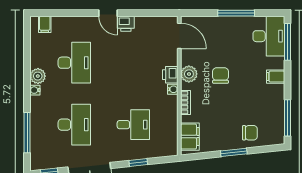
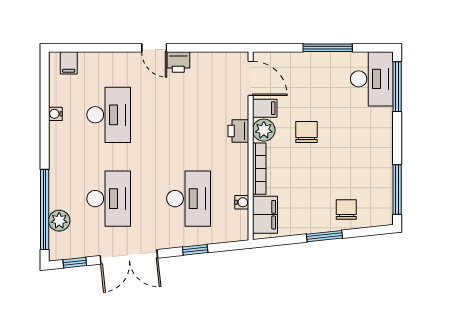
plant: (38, 76) -> (59, 221), moved
filing cabinet: (276, 77) -> (265, 108), moved, turned 180
water cooler: (173, 89) -> (242, 202), moved
water cooler: (35, 90) -> (55, 114), moved
bookcase: (186, 103) -> (259, 169), width x1.56
desk: (133, 125) -> (189, 199), width x1.37
window: (27, 133) -> (45, 209), width x1.46
chair: (250, 133) -> (346, 210), turned -90

